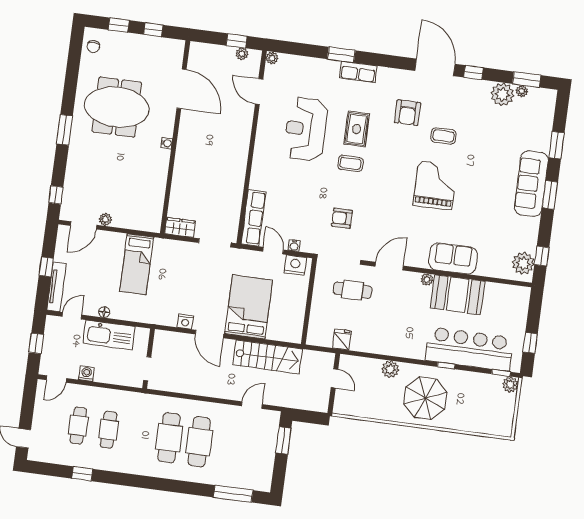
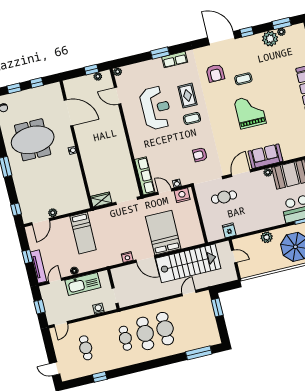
reception desk: (306, 129) -> (156, 108), turned 180
sofa: (453, 258) -> (265, 156), moved
stairs: (268, 357) -> (188, 263), width x1.36, depth x1.51
washing machine: (86, 374) -> (98, 309), moved
cafe table: (109, 430) -> (125, 338), moved

